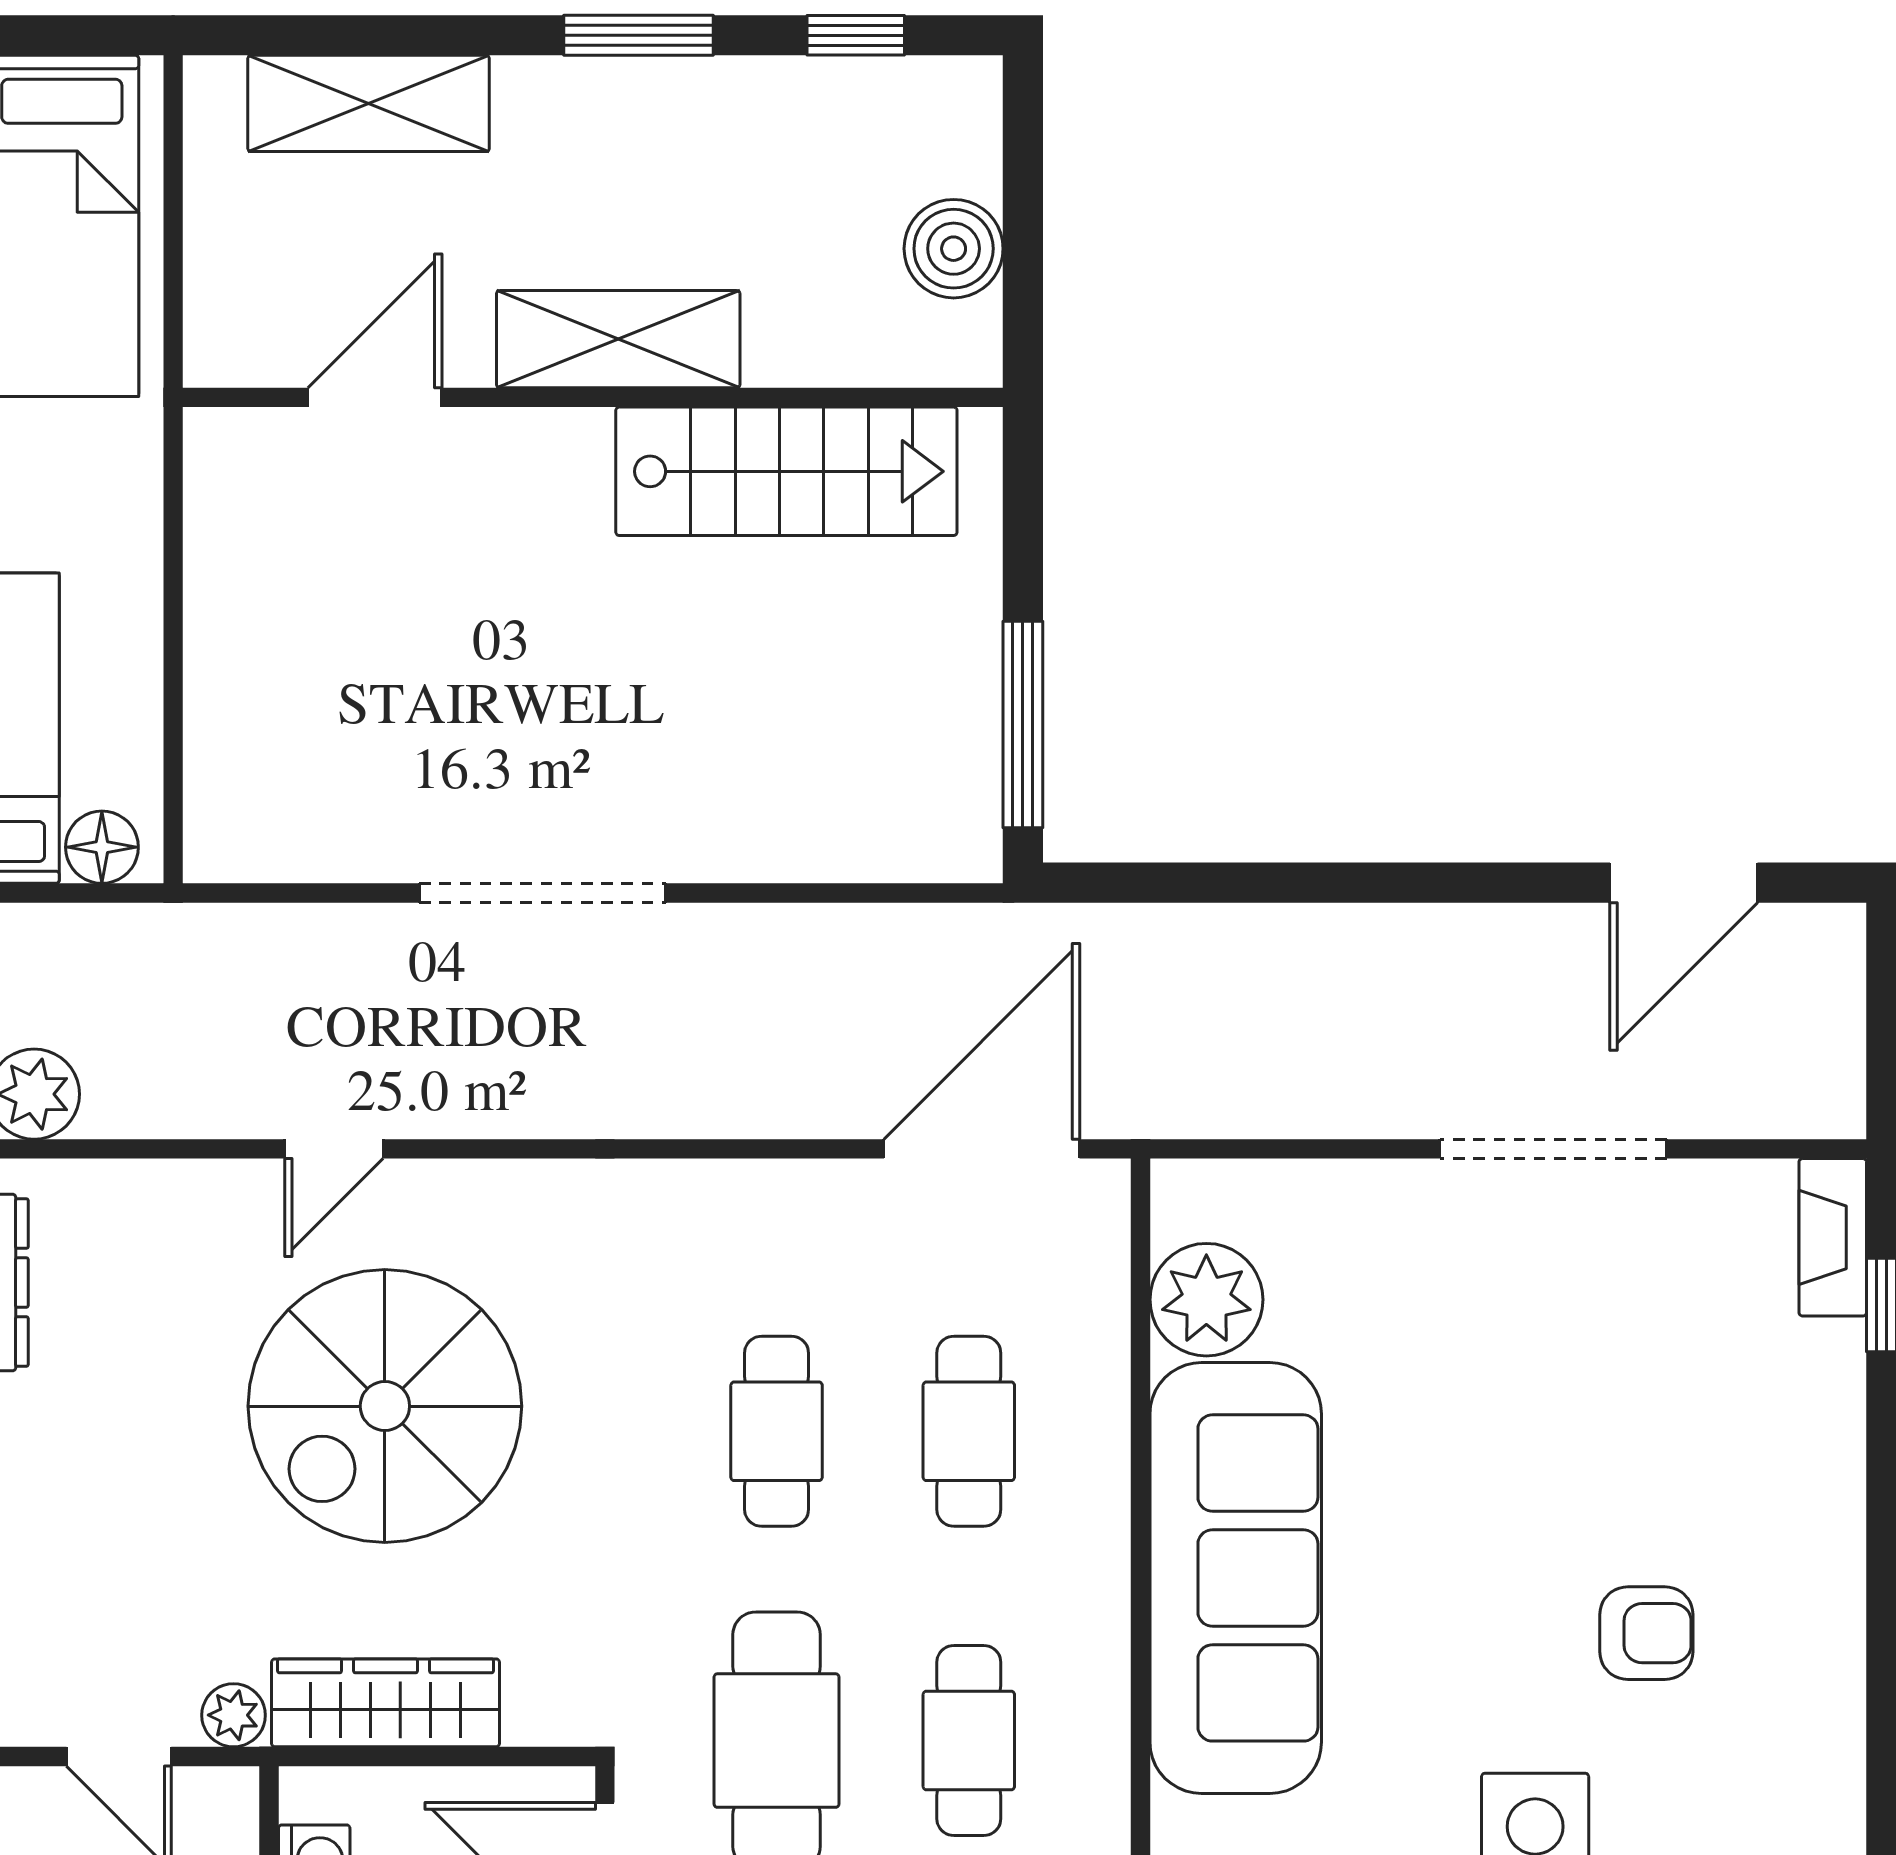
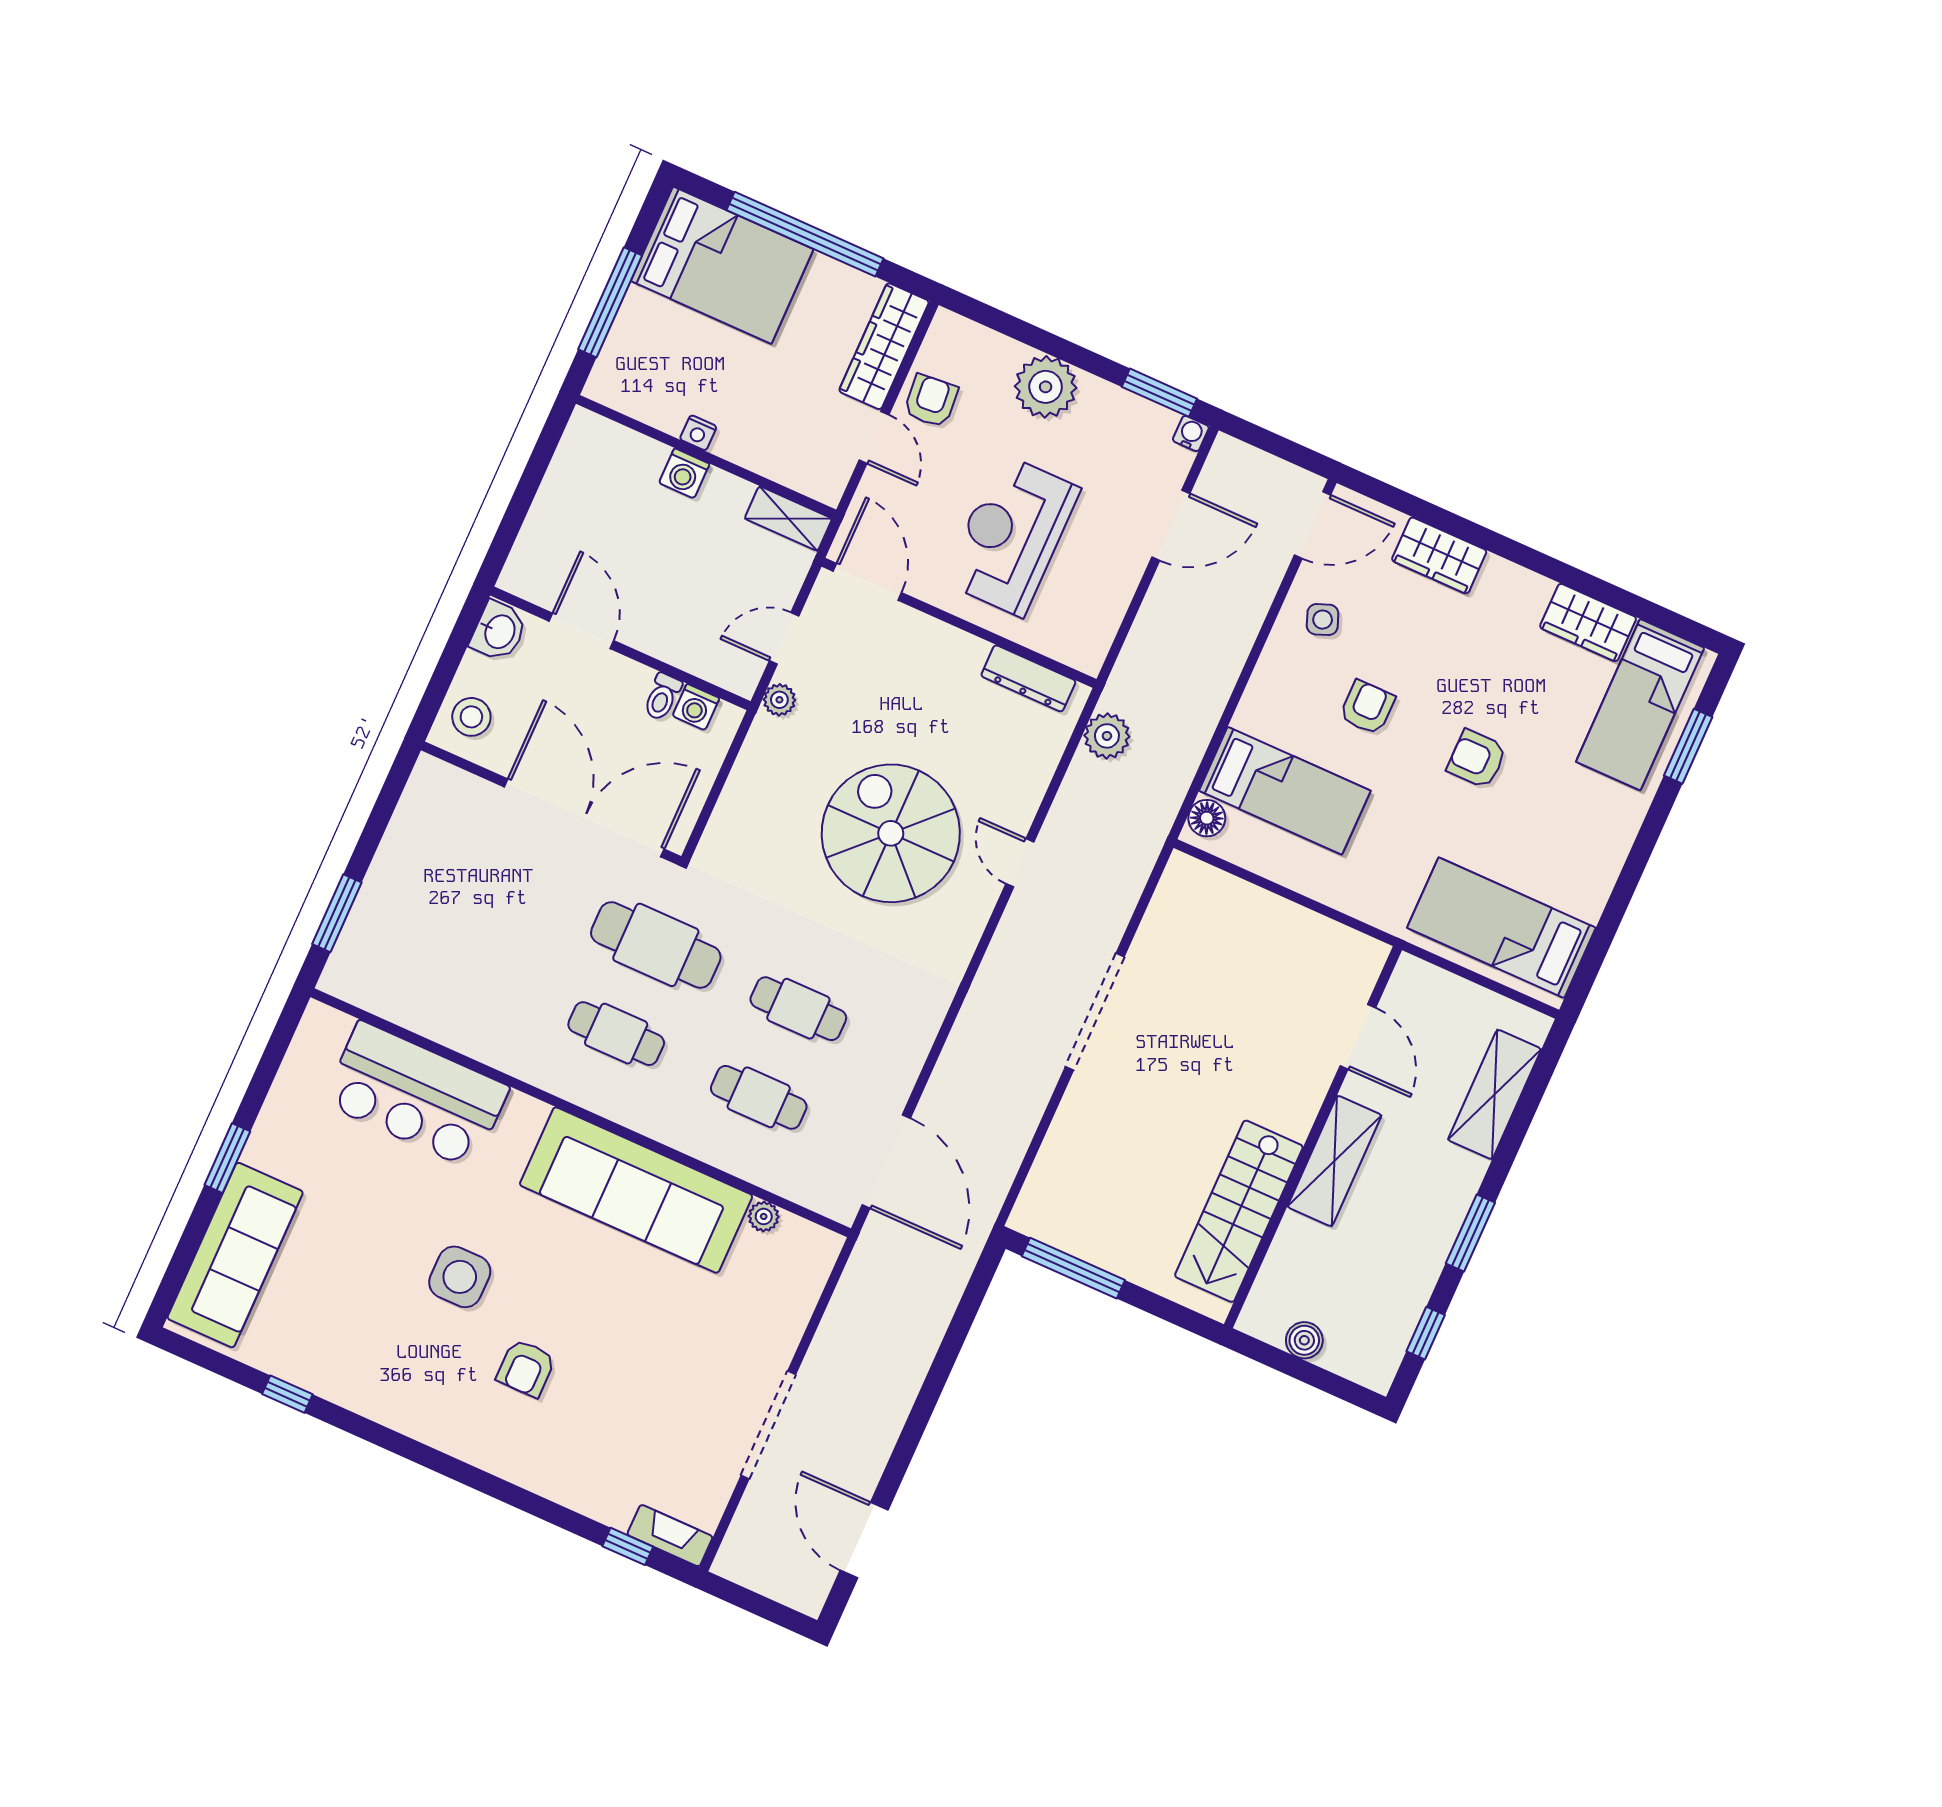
boiler: (954, 249) -> (1304, 1340), width x0.73, depth x0.73
plant: (1206, 1300) -> (764, 1216), width x0.53, depth x0.53
wardrobe: (386, 1703) -> (754, 772), removed

